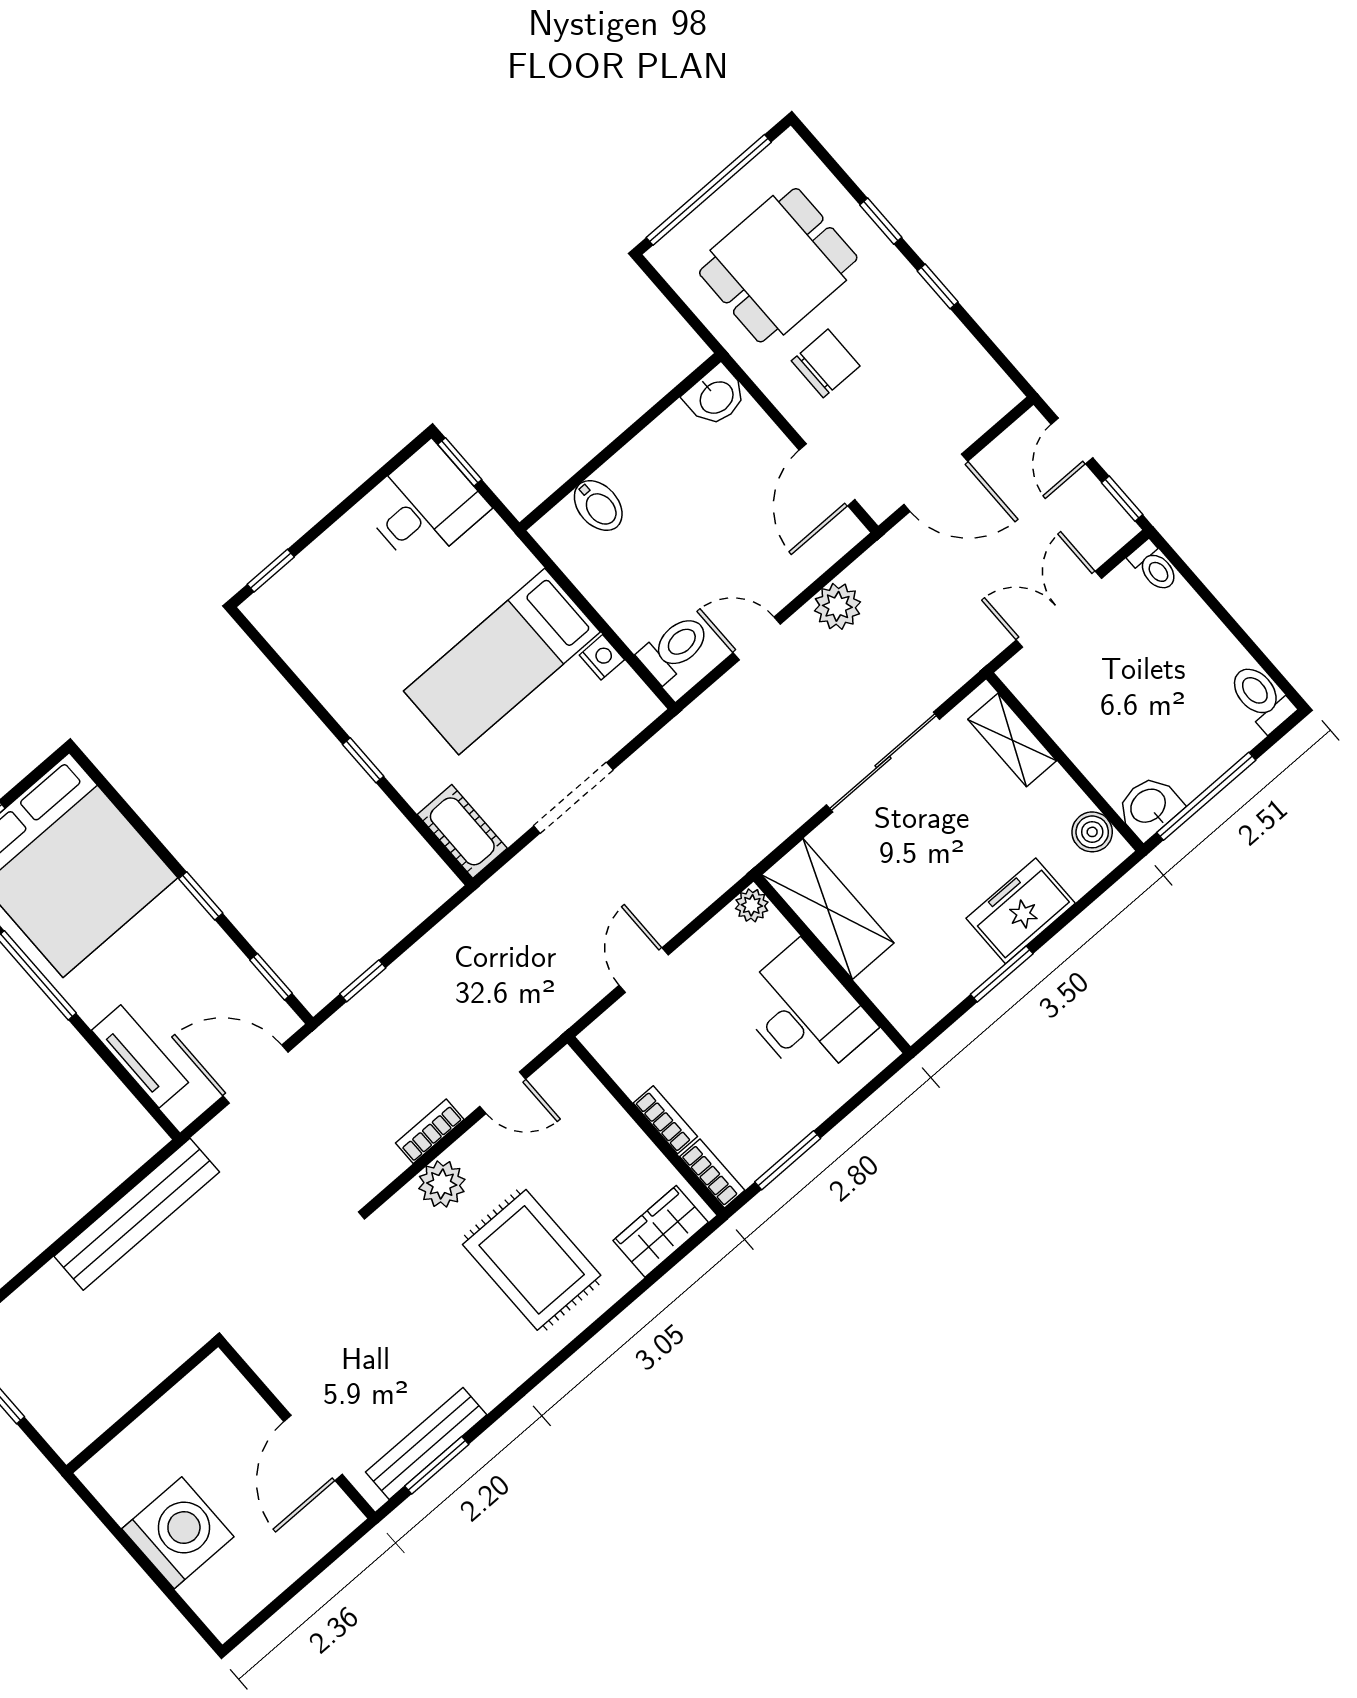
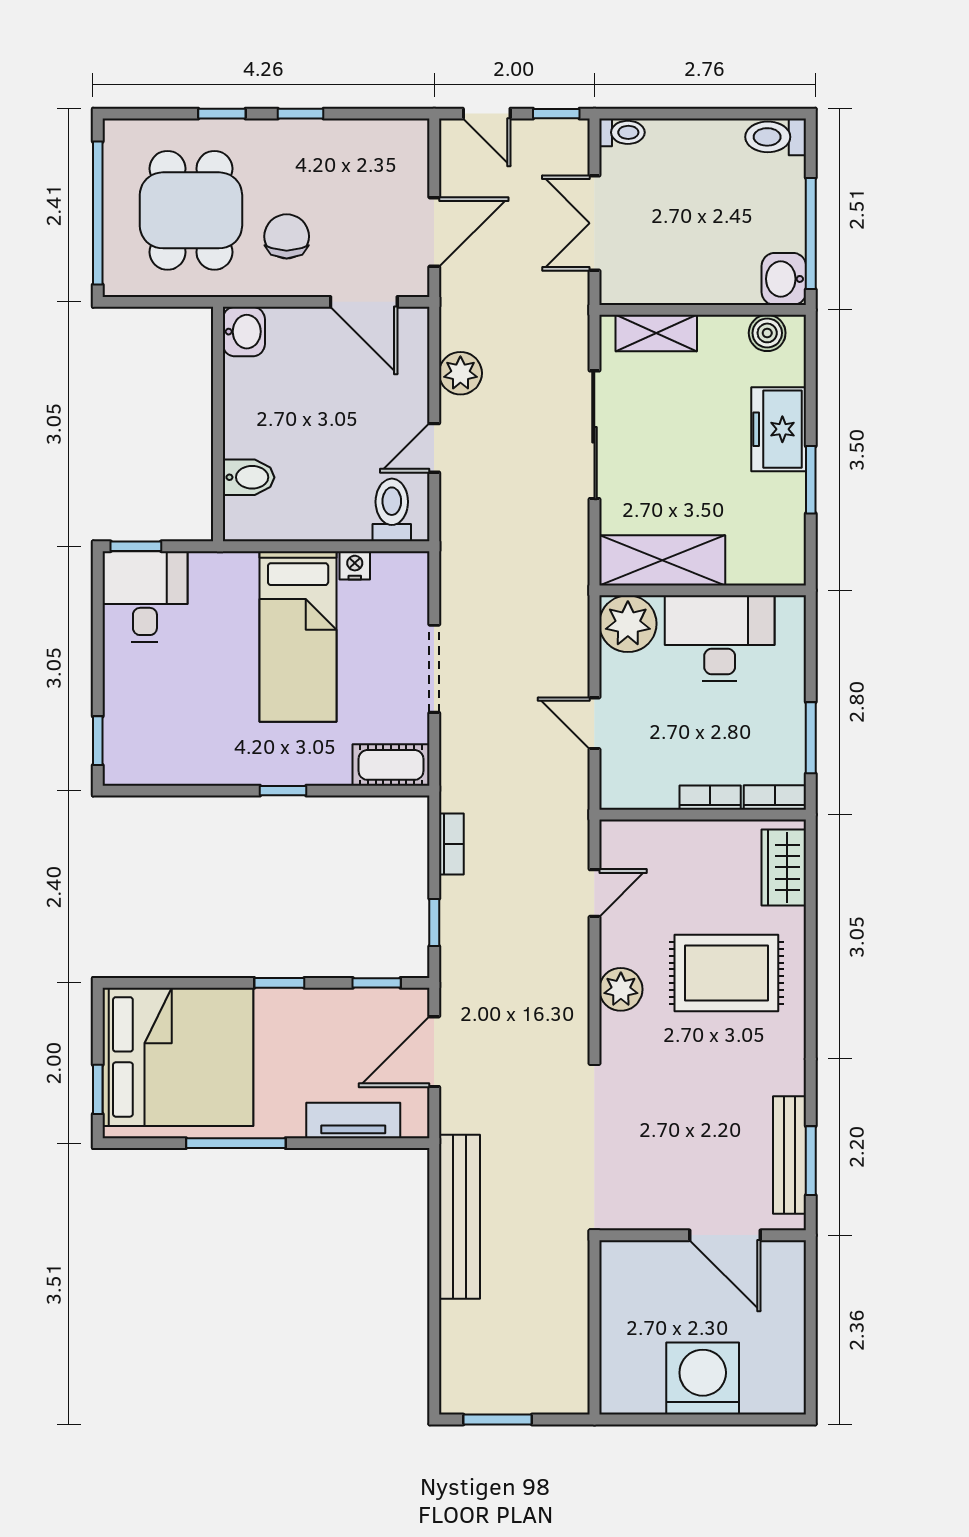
plant: (752, 905) -> (628, 624), width x1.87, depth x1.87
bookcase: (430, 1131) -> (451, 844), moved, turned 180

